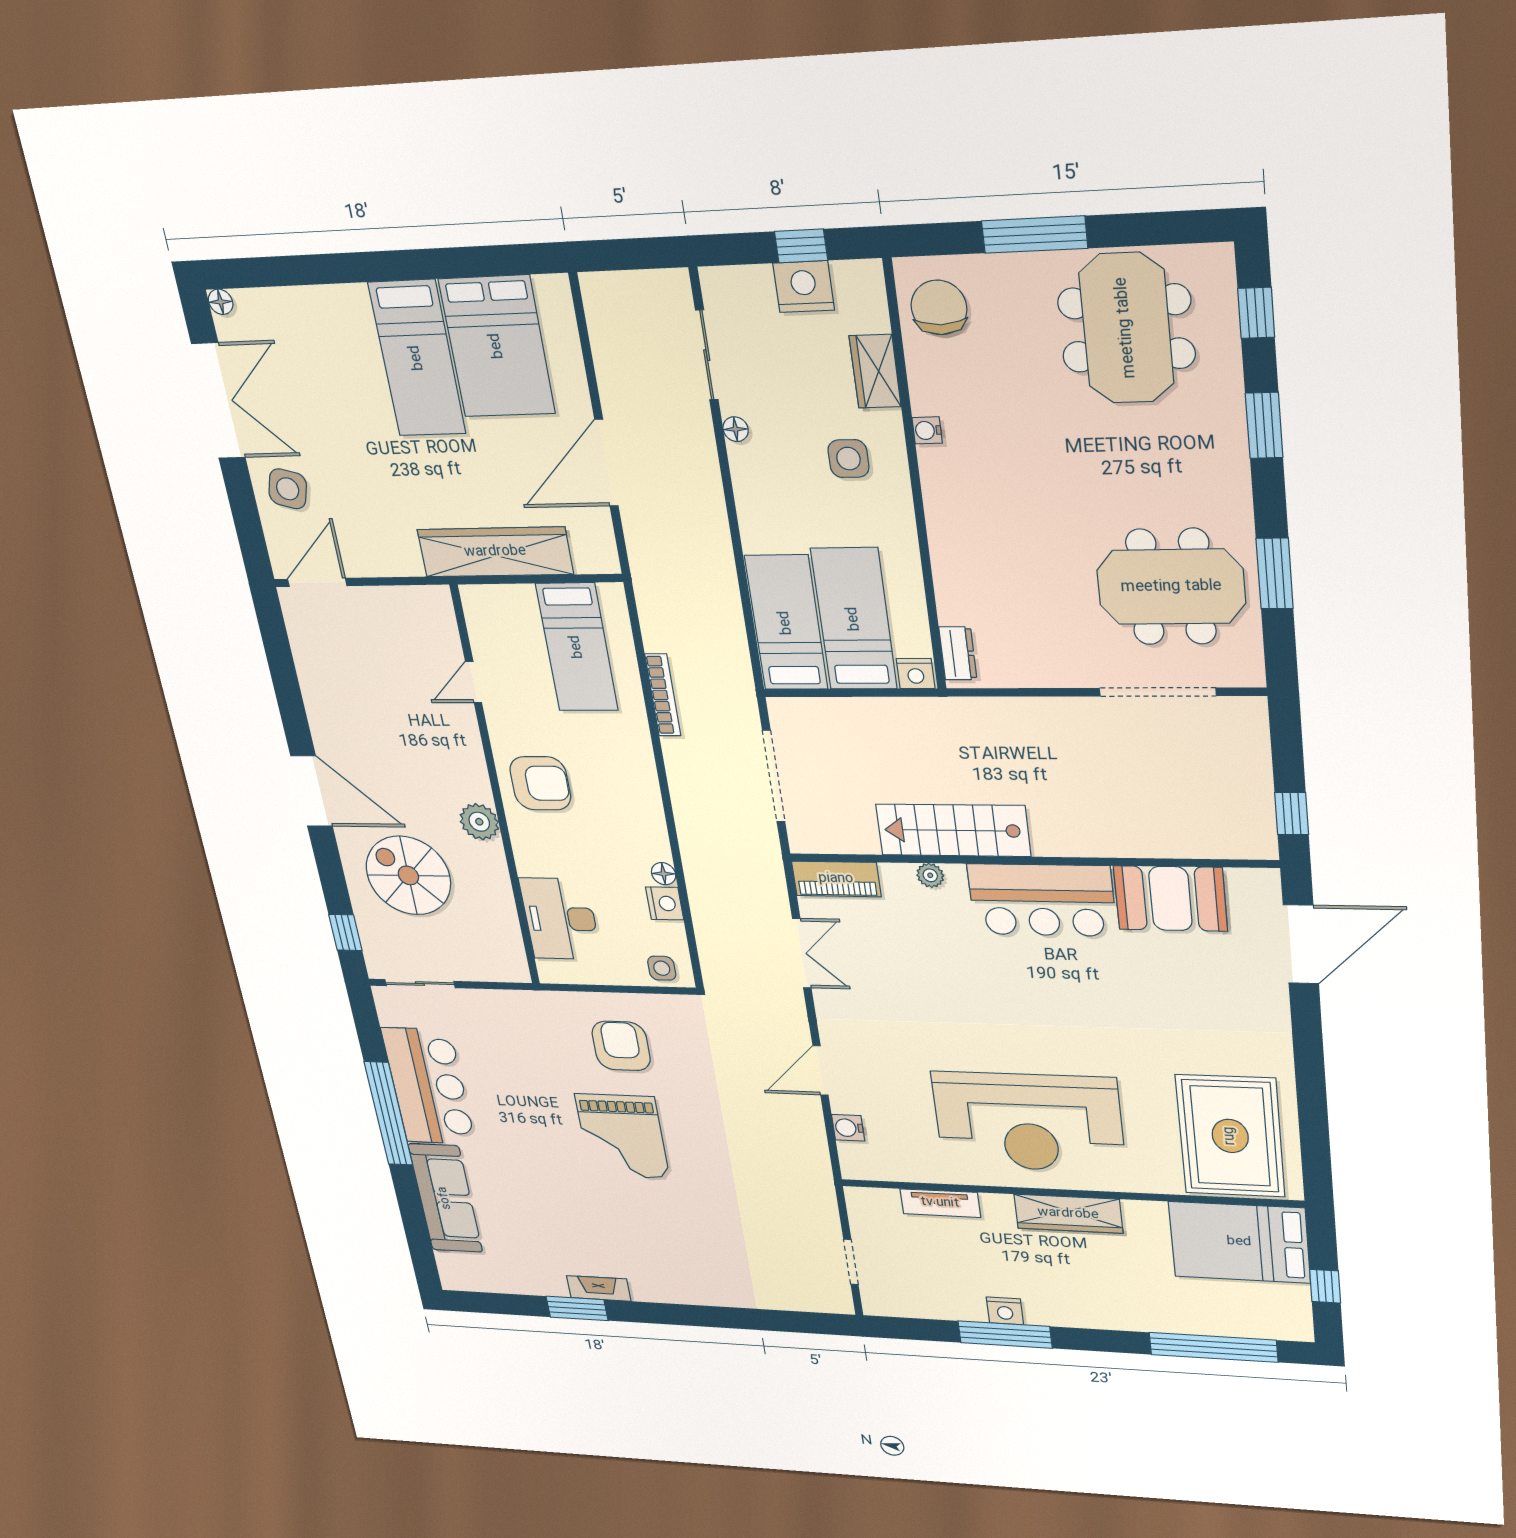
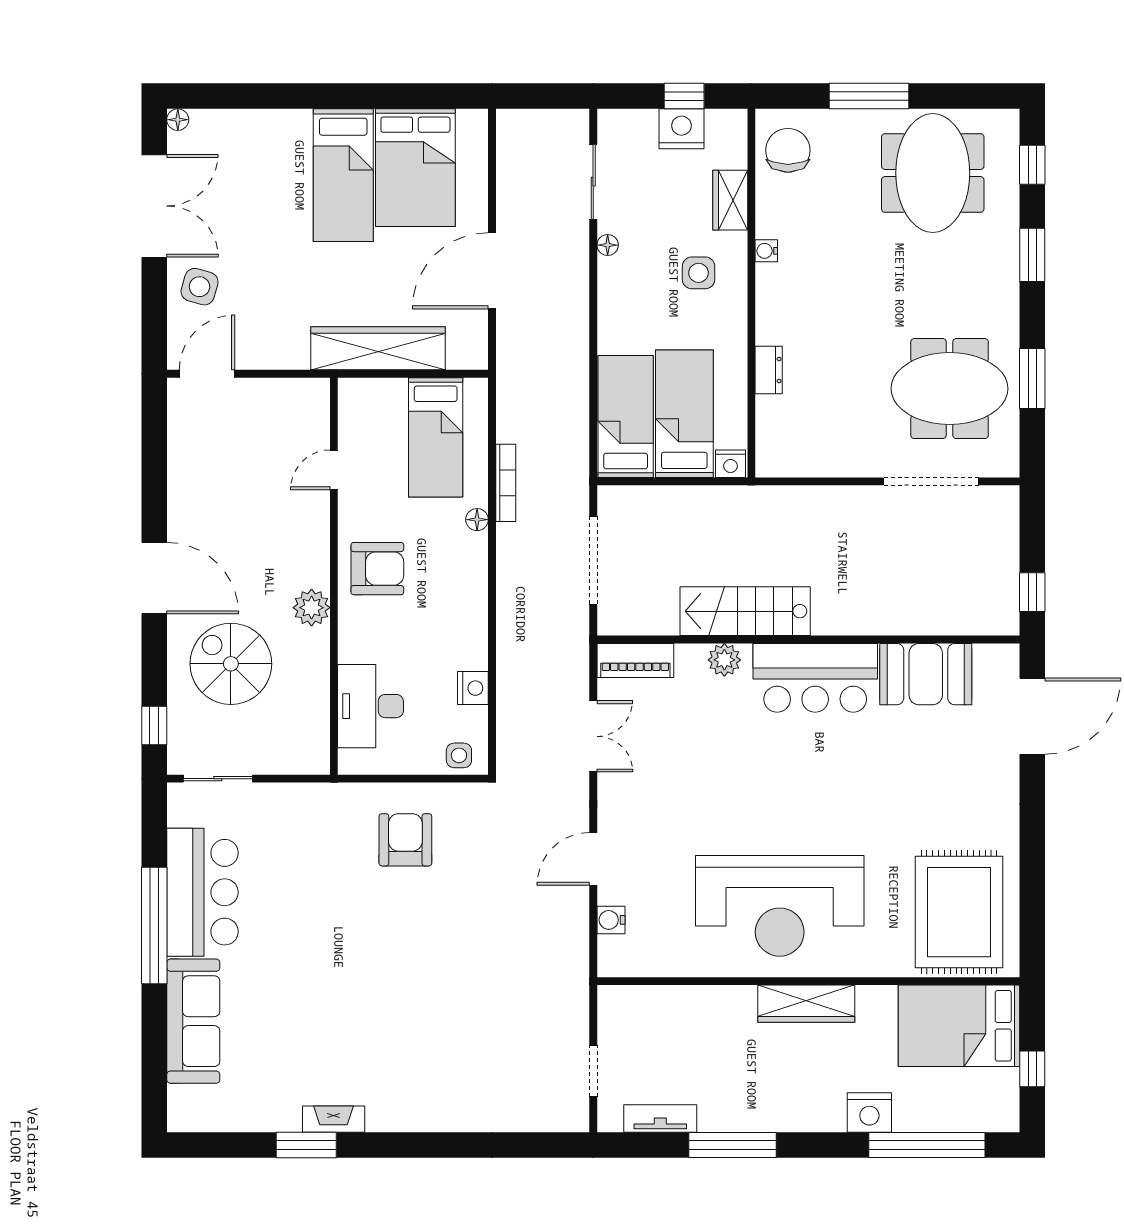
dresser: (958, 653) -> (769, 370), moved
floor lamp: (664, 874) -> (477, 520), moved
plant: (930, 875) -> (724, 660), width x1.38, depth x1.38
grand piano: (622, 1136) -> (389, 940), removed
tv unit: (940, 1203) -> (660, 1118), moved, turned 180
nightstand: (1005, 1311) -> (869, 1112), moved, width x1.36, depth x1.33

